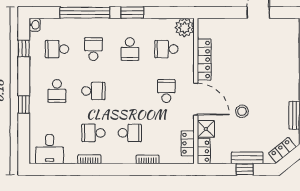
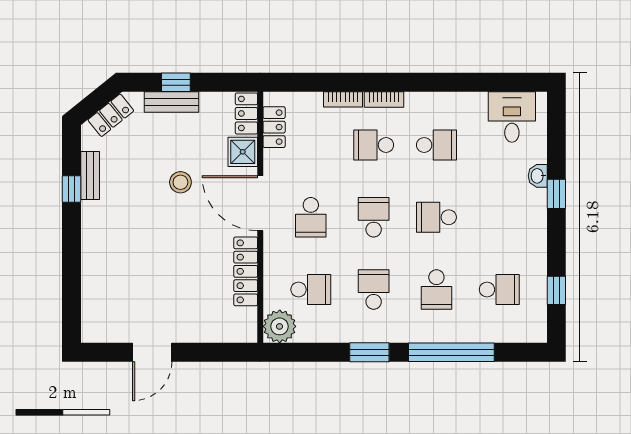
washbasin: (35, 25) -> (538, 176), moved
school desk: (57, 91) -> (374, 217), moved
bookcase: (89, 159) -> (384, 99), moved

